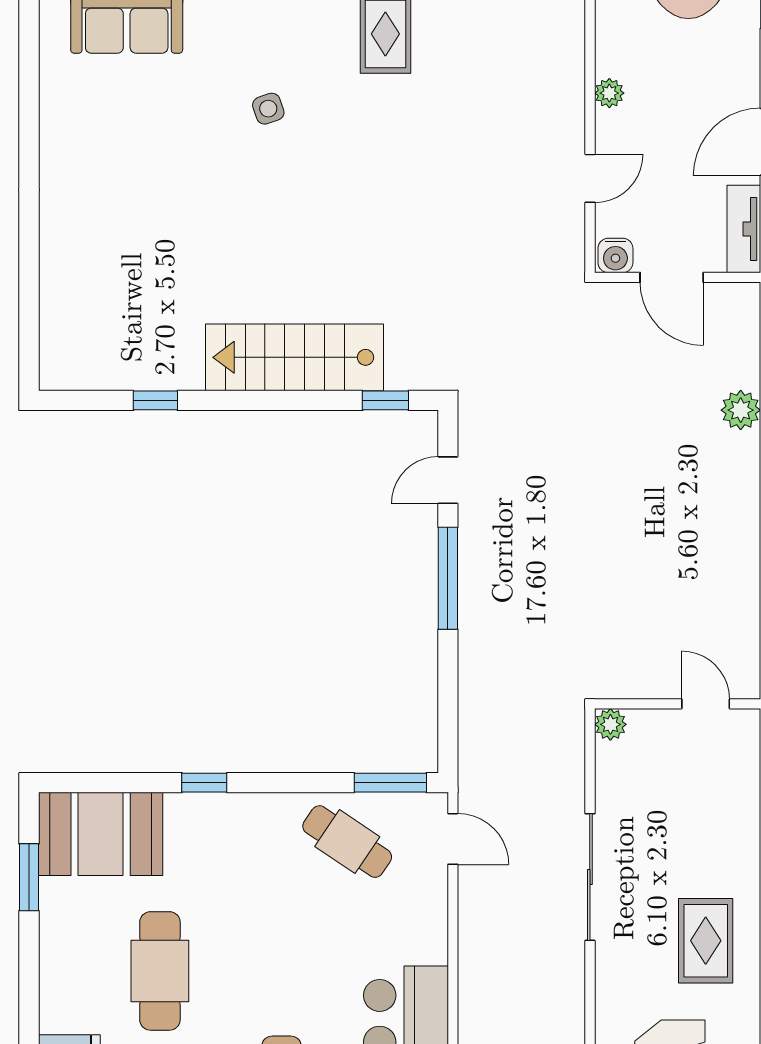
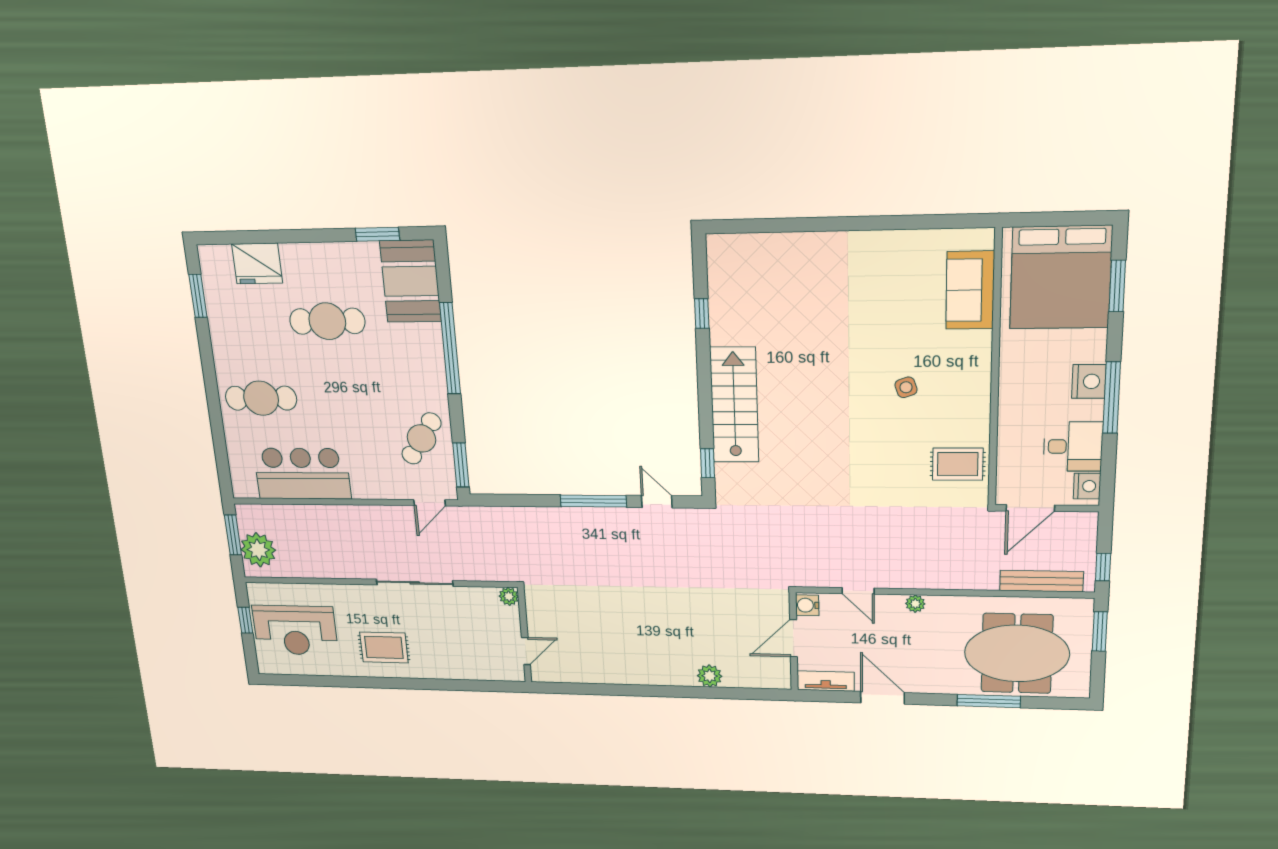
window: (204, 783) -> (450, 348), width x3.17

